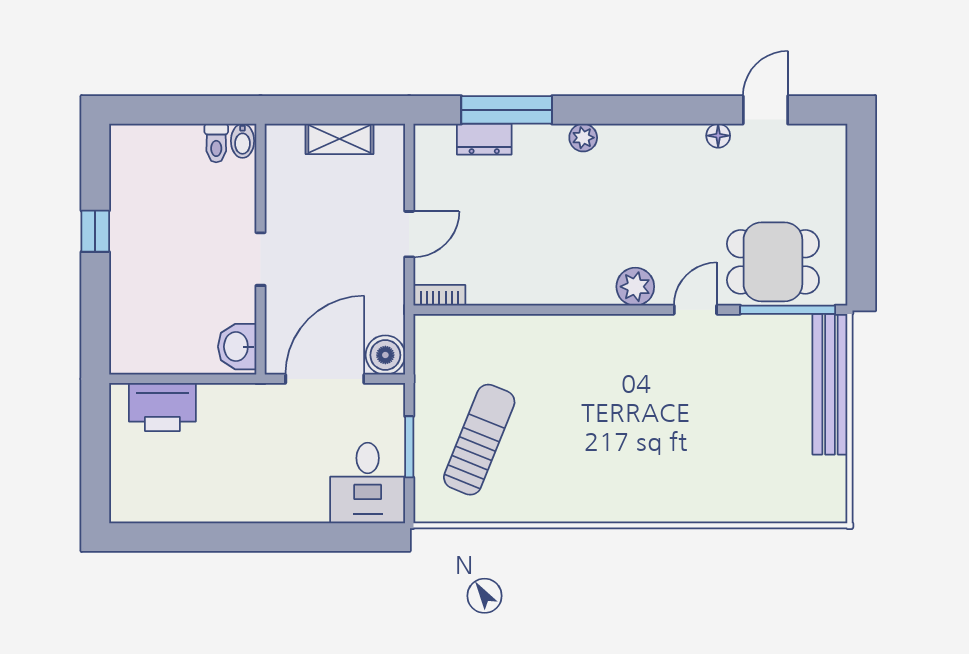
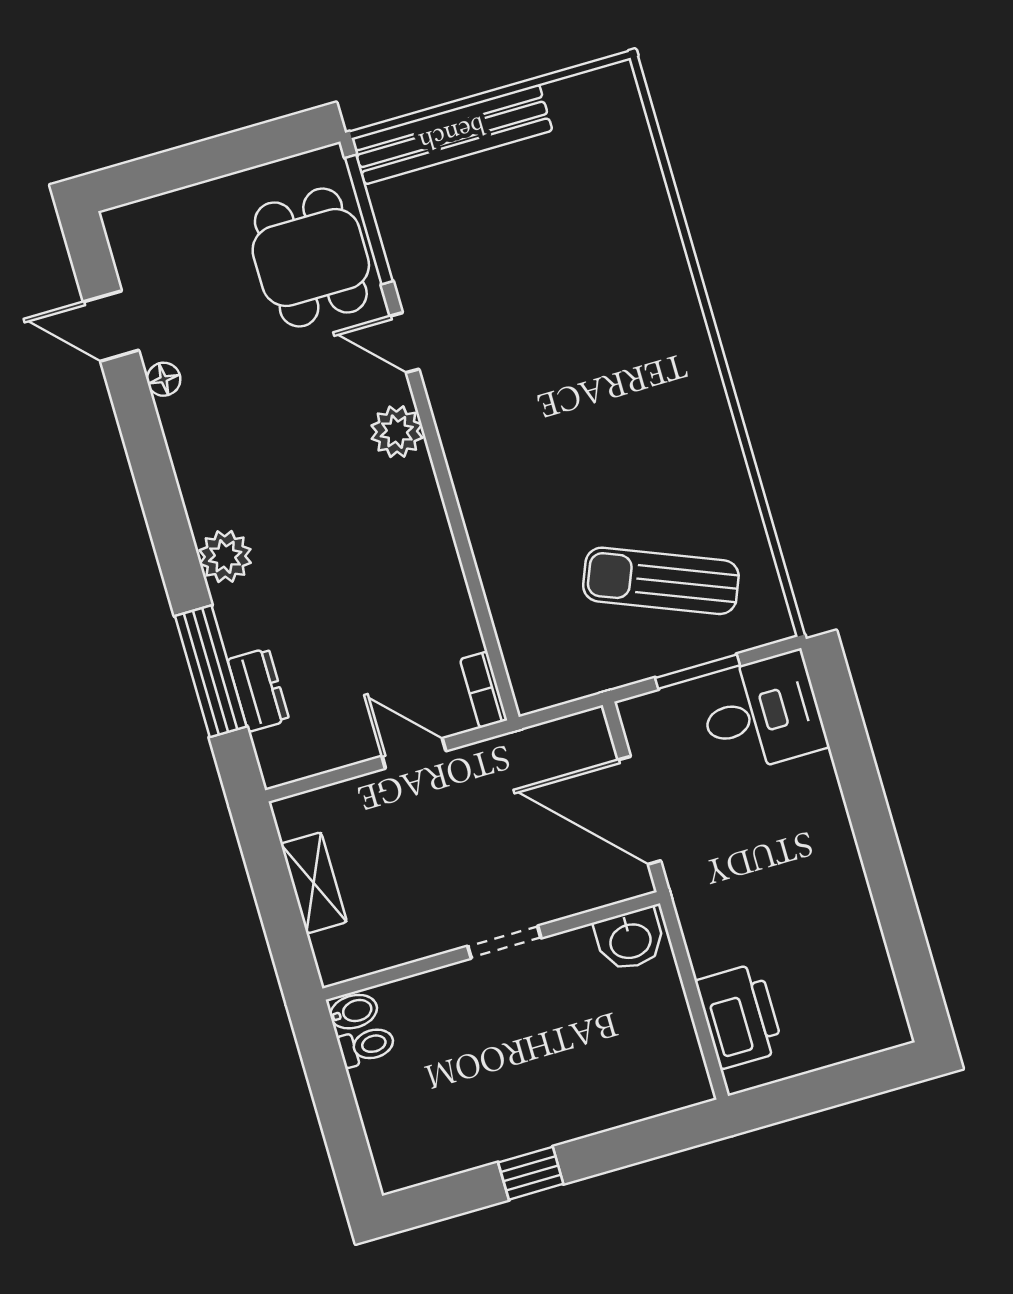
plant: (583, 138) -> (225, 557), width x1.38, depth x1.38
boiler: (385, 355) -> (584, 739), removed

